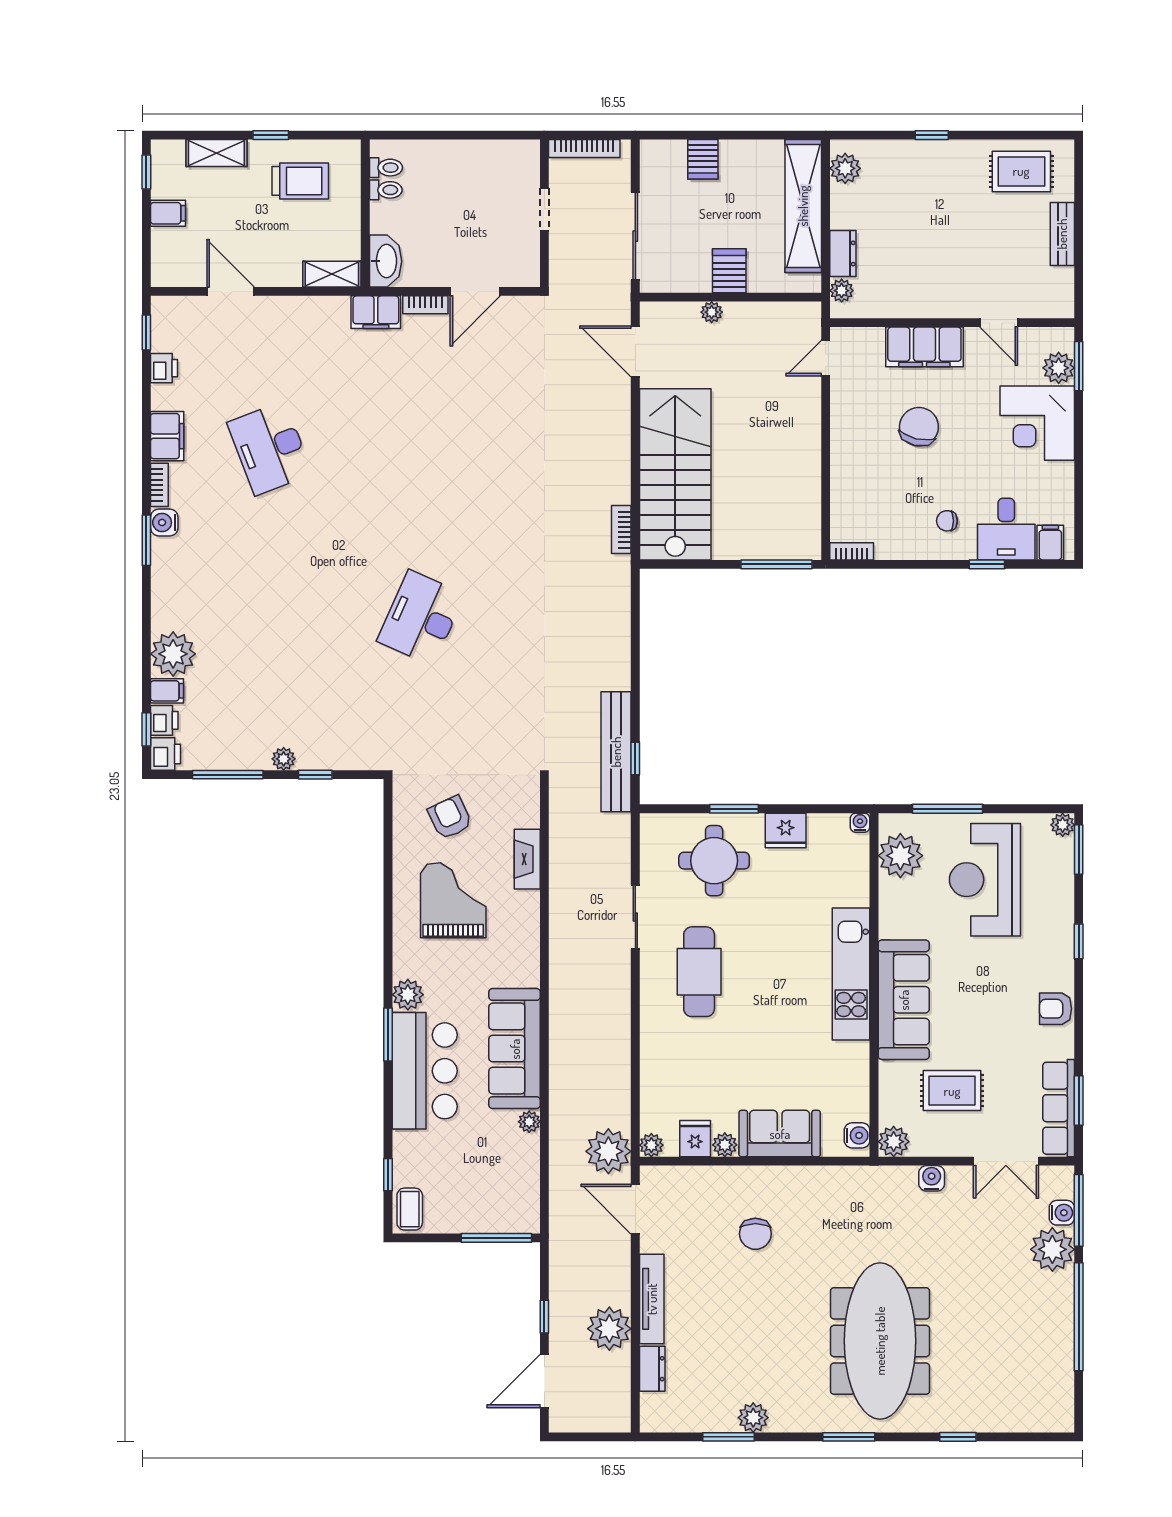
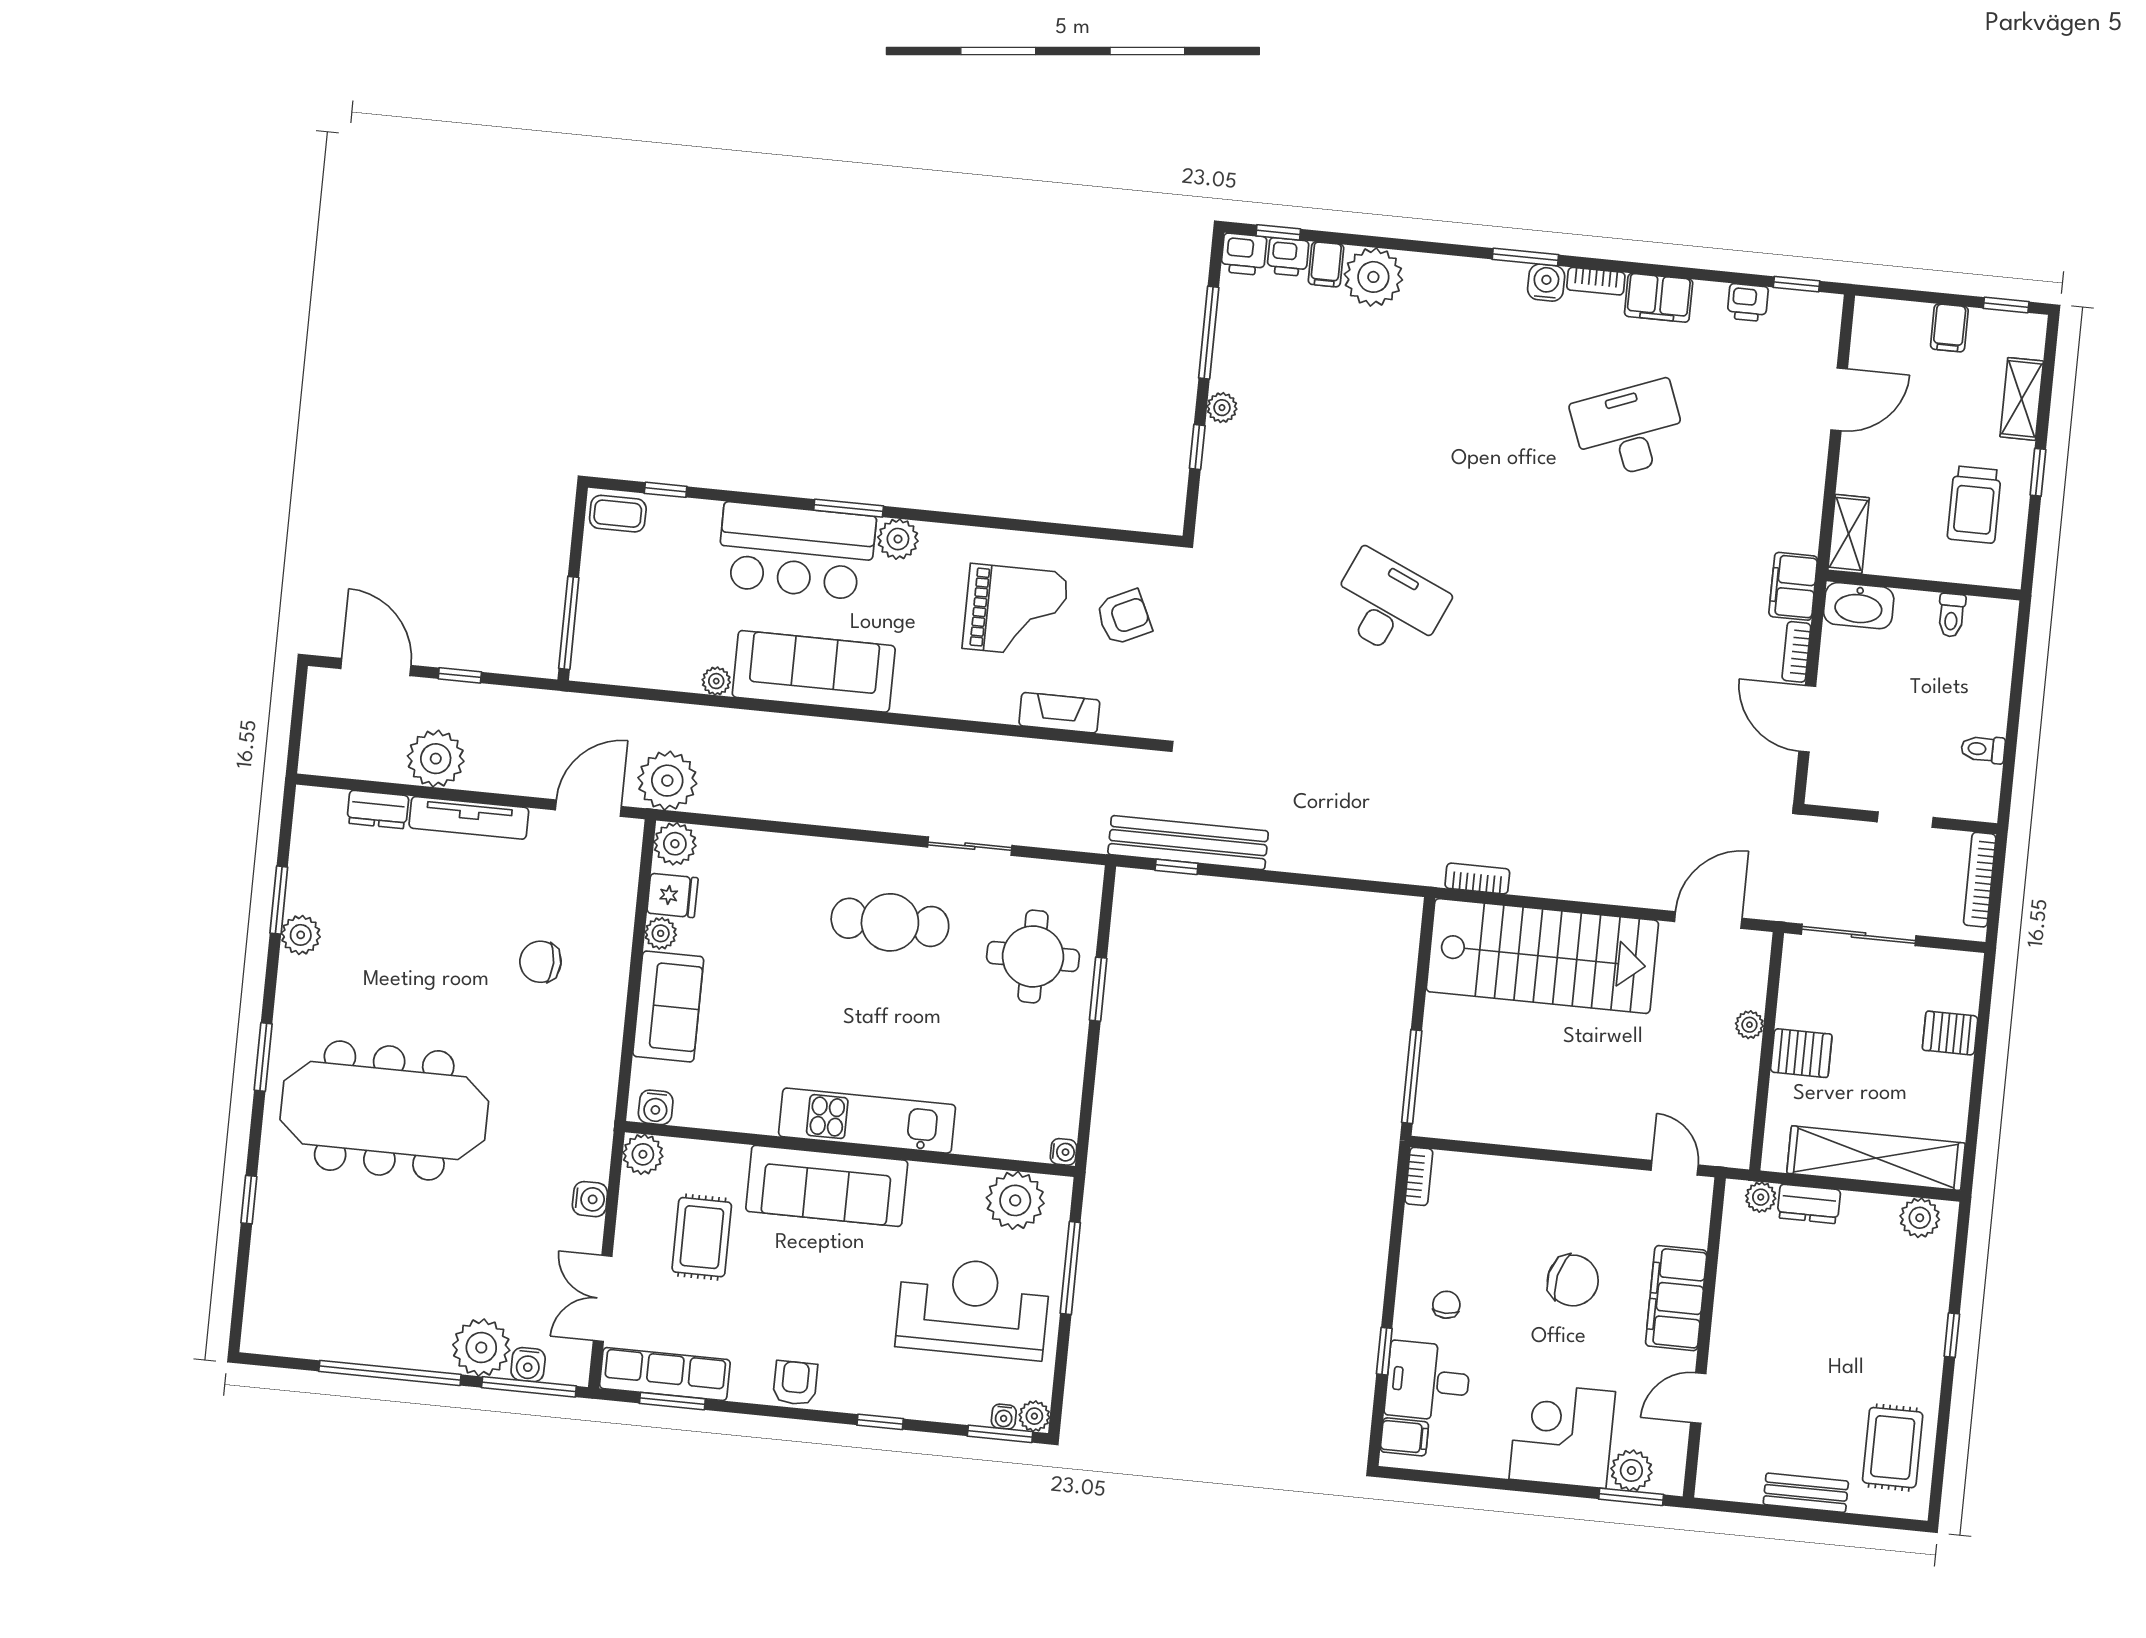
toilet: (386, 168) -> (1983, 749), moved, turned 90
fridge: (786, 830) -> (1063, 1054), removed
water cooler: (1065, 848) -> (1004, 1417), added
plant: (651, 1145) -> (675, 844), width x1.38, depth x1.38

